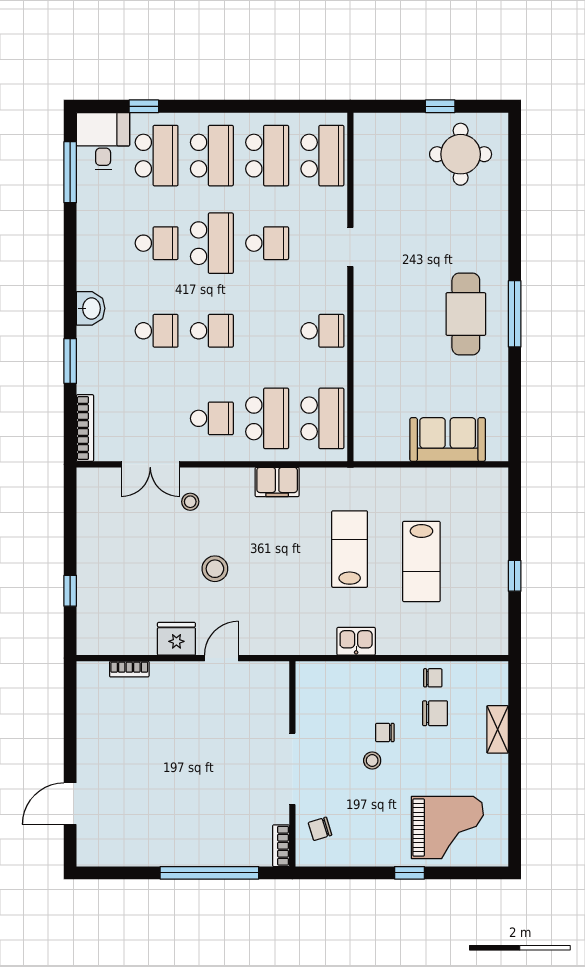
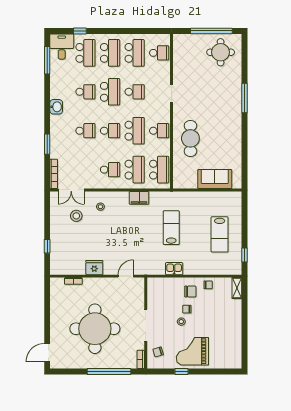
window: (440, 106) -> (211, 31), width x3.17
school desk: (322, 156) -> (159, 53), width x0.54
washbasin: (91, 308) -> (56, 107), moved
cafe table: (466, 314) -> (190, 138), moved
window: (515, 314) -> (245, 98), moved
school desk: (267, 331) -> (135, 131), added
double door: (150, 464) -> (71, 190), moved
lab bench: (421, 562) -> (220, 234), moved
stool: (215, 569) -> (76, 216), moved
window: (515, 576) -> (245, 255), moved
door: (221, 658) -> (126, 276), moved
chair: (435, 713) -> (190, 291), moved
shelving: (498, 729) -> (237, 288), moved
round table: (178, 776) -> (95, 329), added
door: (70, 804) -> (47, 353), moved
grand piano: (447, 828) -> (192, 351), moved, turned 180
window: (409, 873) -> (182, 371), moved

